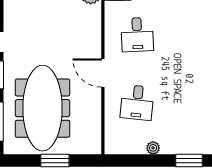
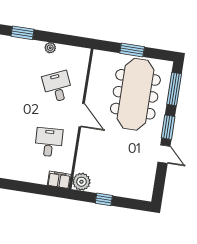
desk: (137, 103) -> (57, 87), turned -30

